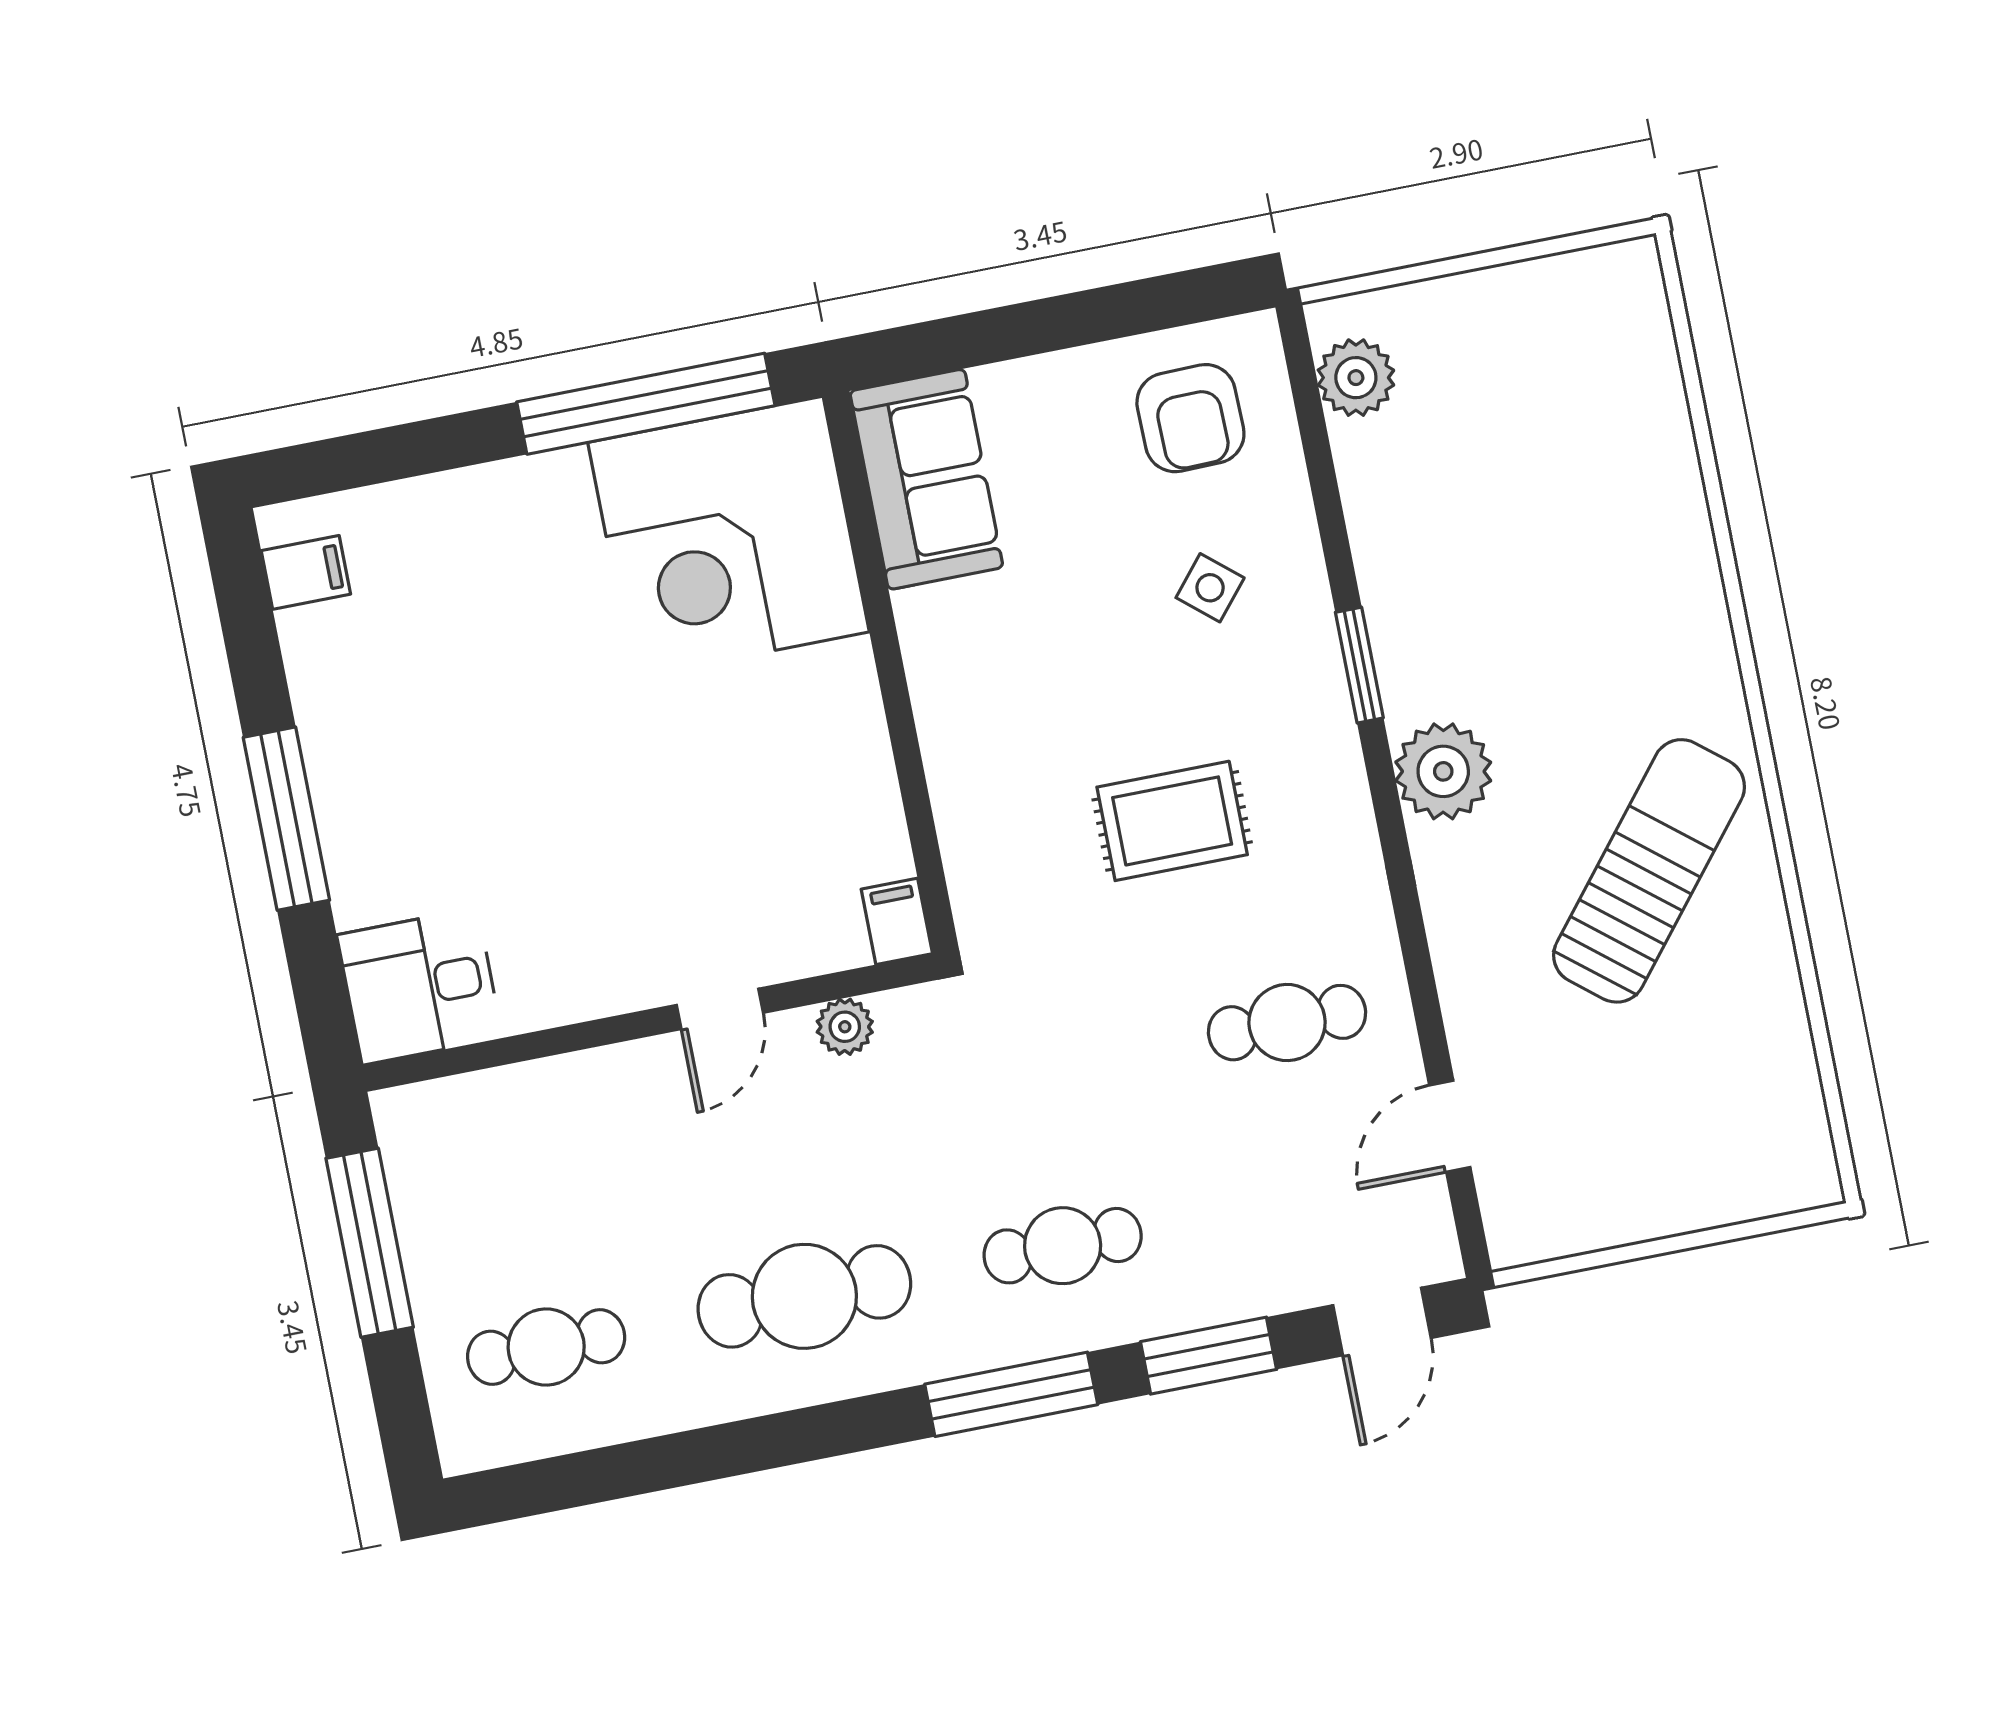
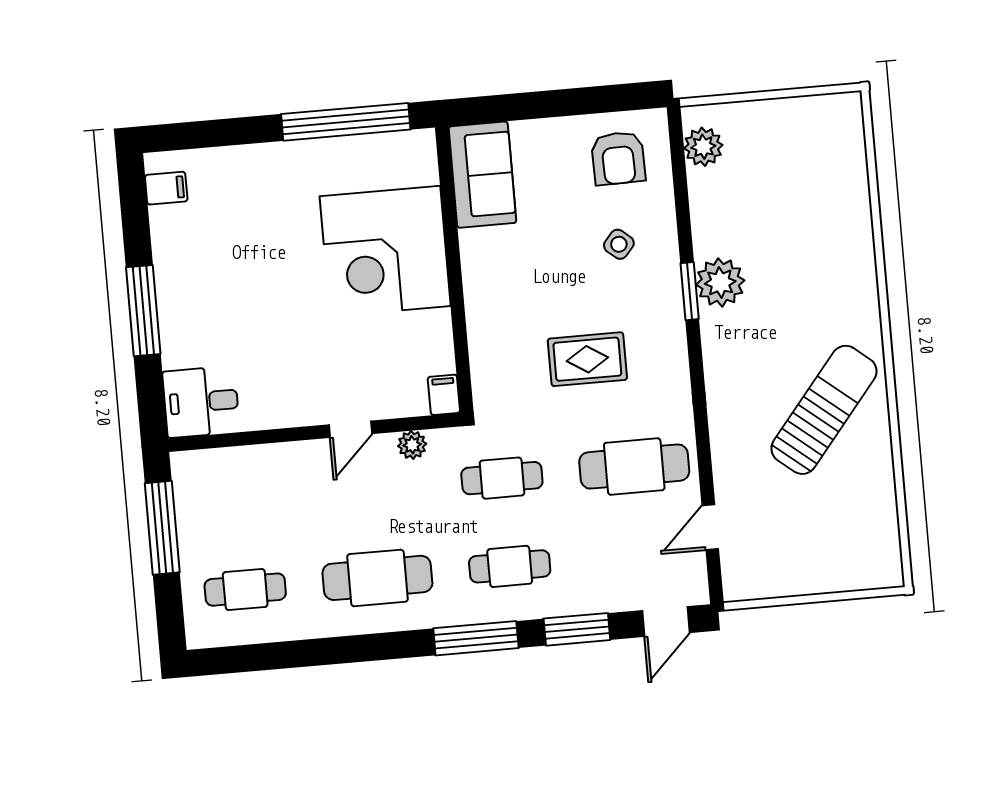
corner desk: (729, 537) -> (385, 251), moved
plant: (1443, 771) -> (720, 282), moved
cafe table: (1287, 1023) -> (634, 467), width x1.37, depth x1.35
cafe table: (1029, 1073) -> (502, 478), added

